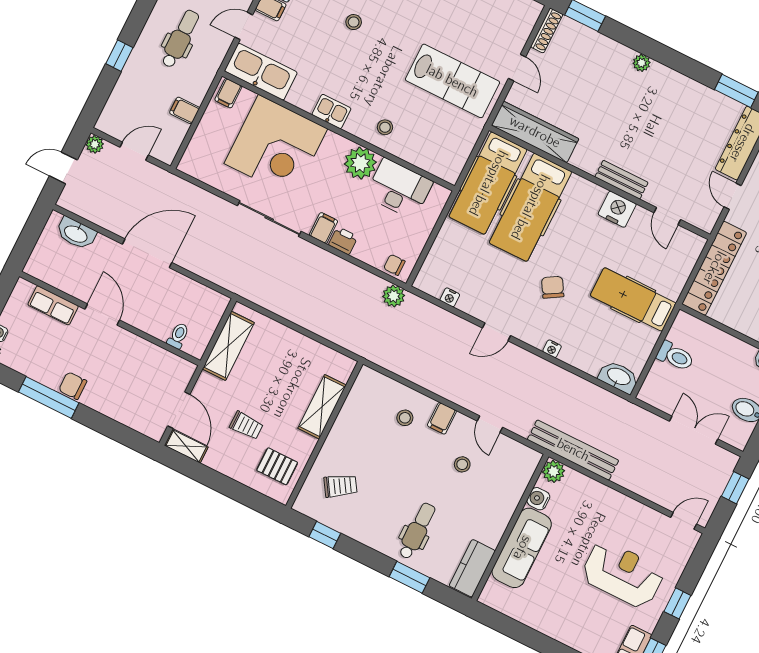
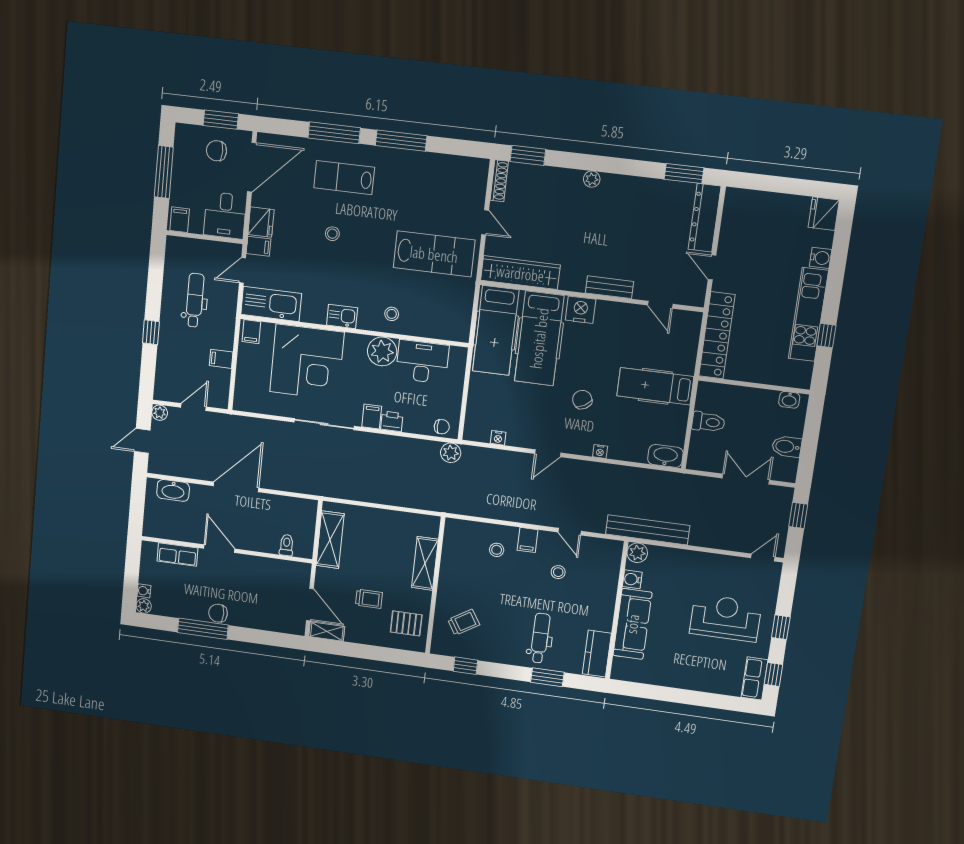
nightstand: (617, 209) -> (581, 310), moved
chair: (394, 265) -> (442, 427), turned 180

